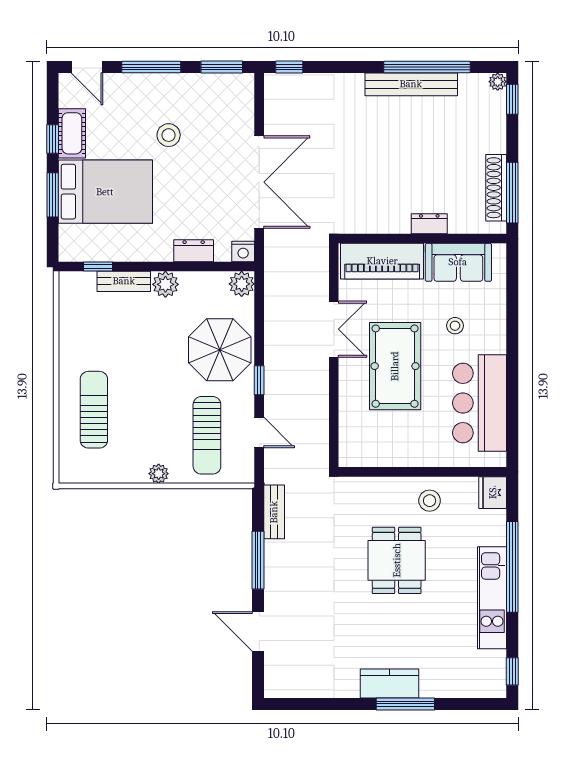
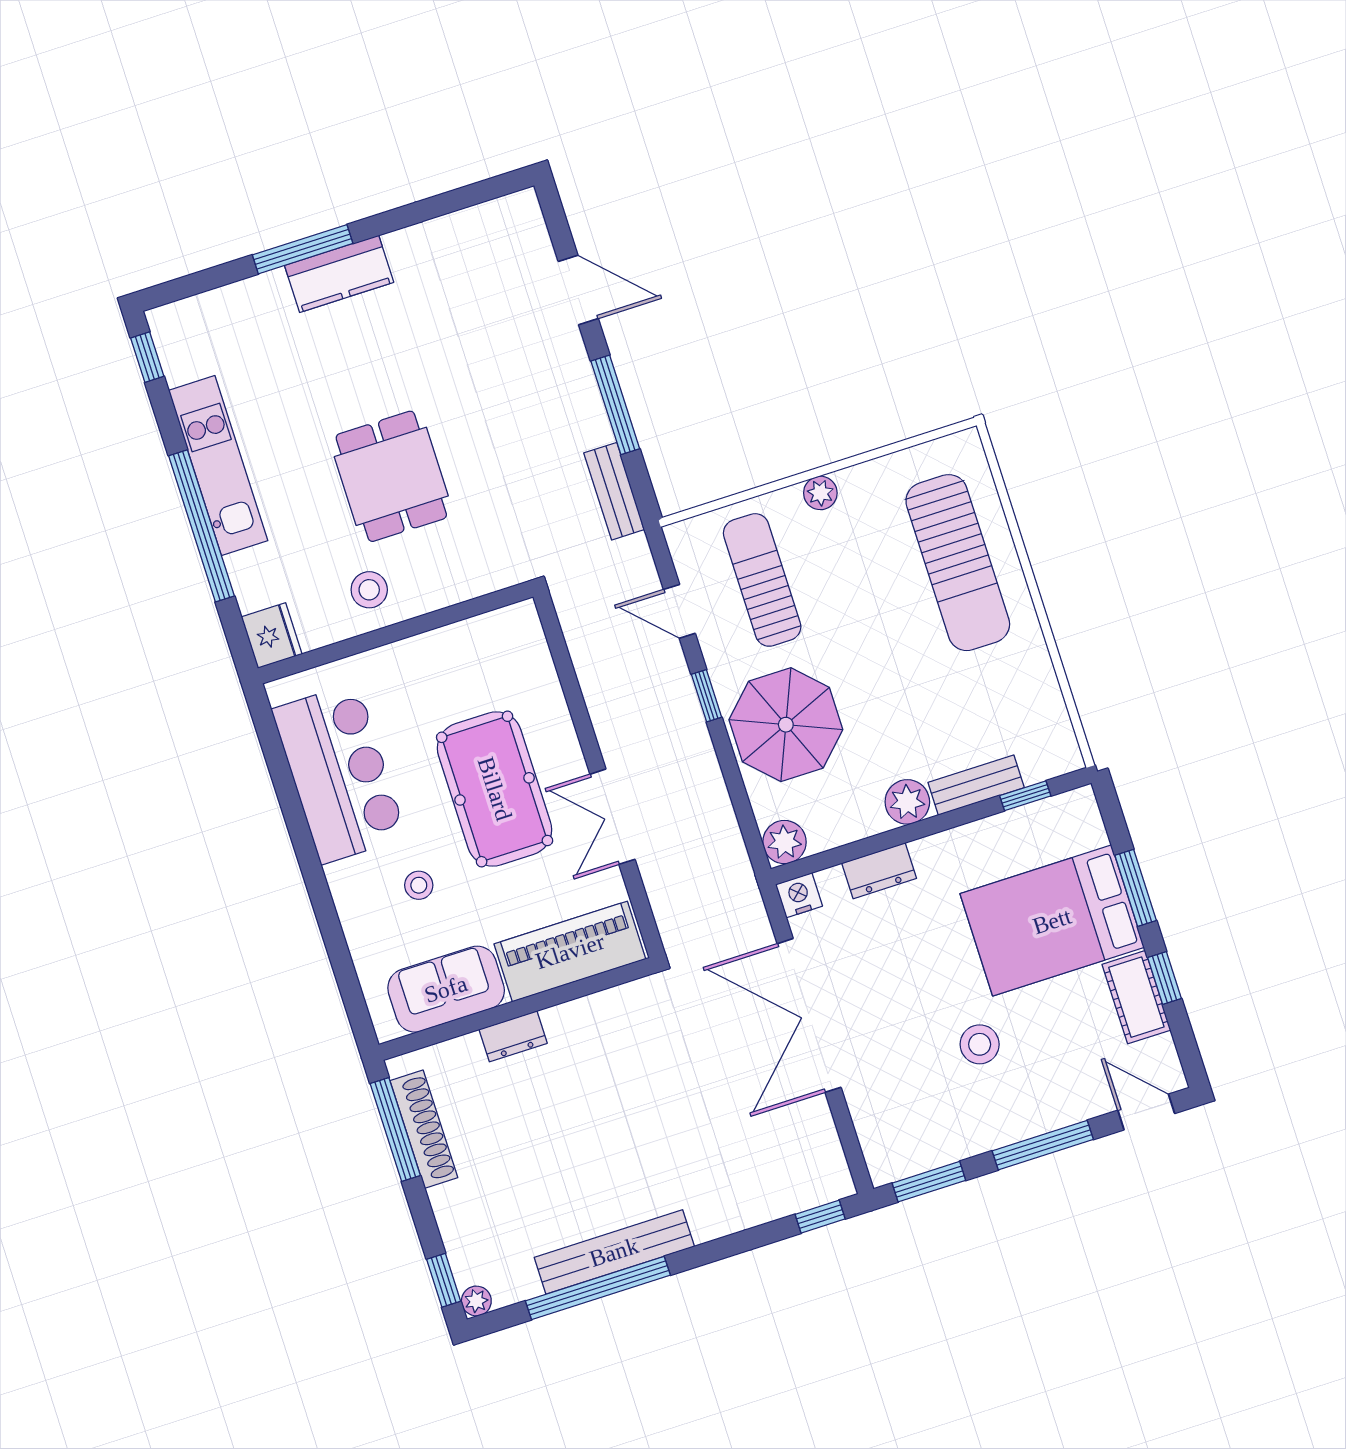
sun lounger: (94, 410) -> (958, 563), width x1.36, depth x1.34

